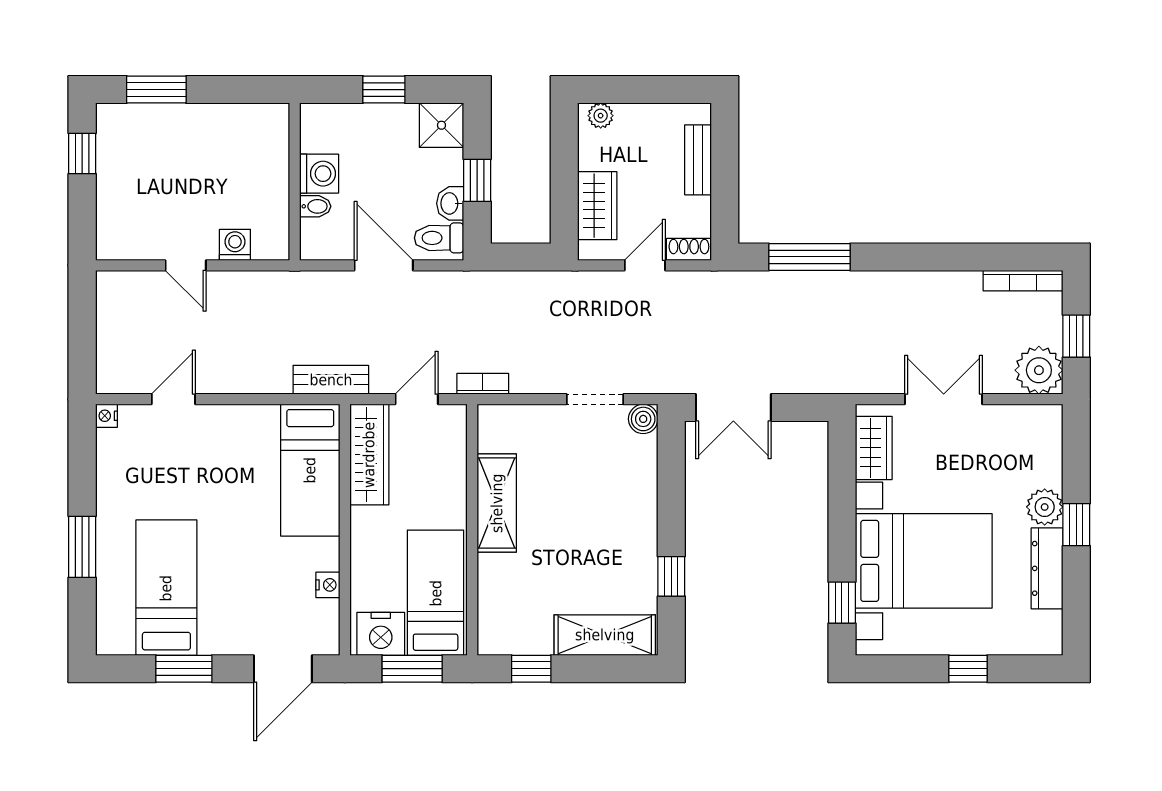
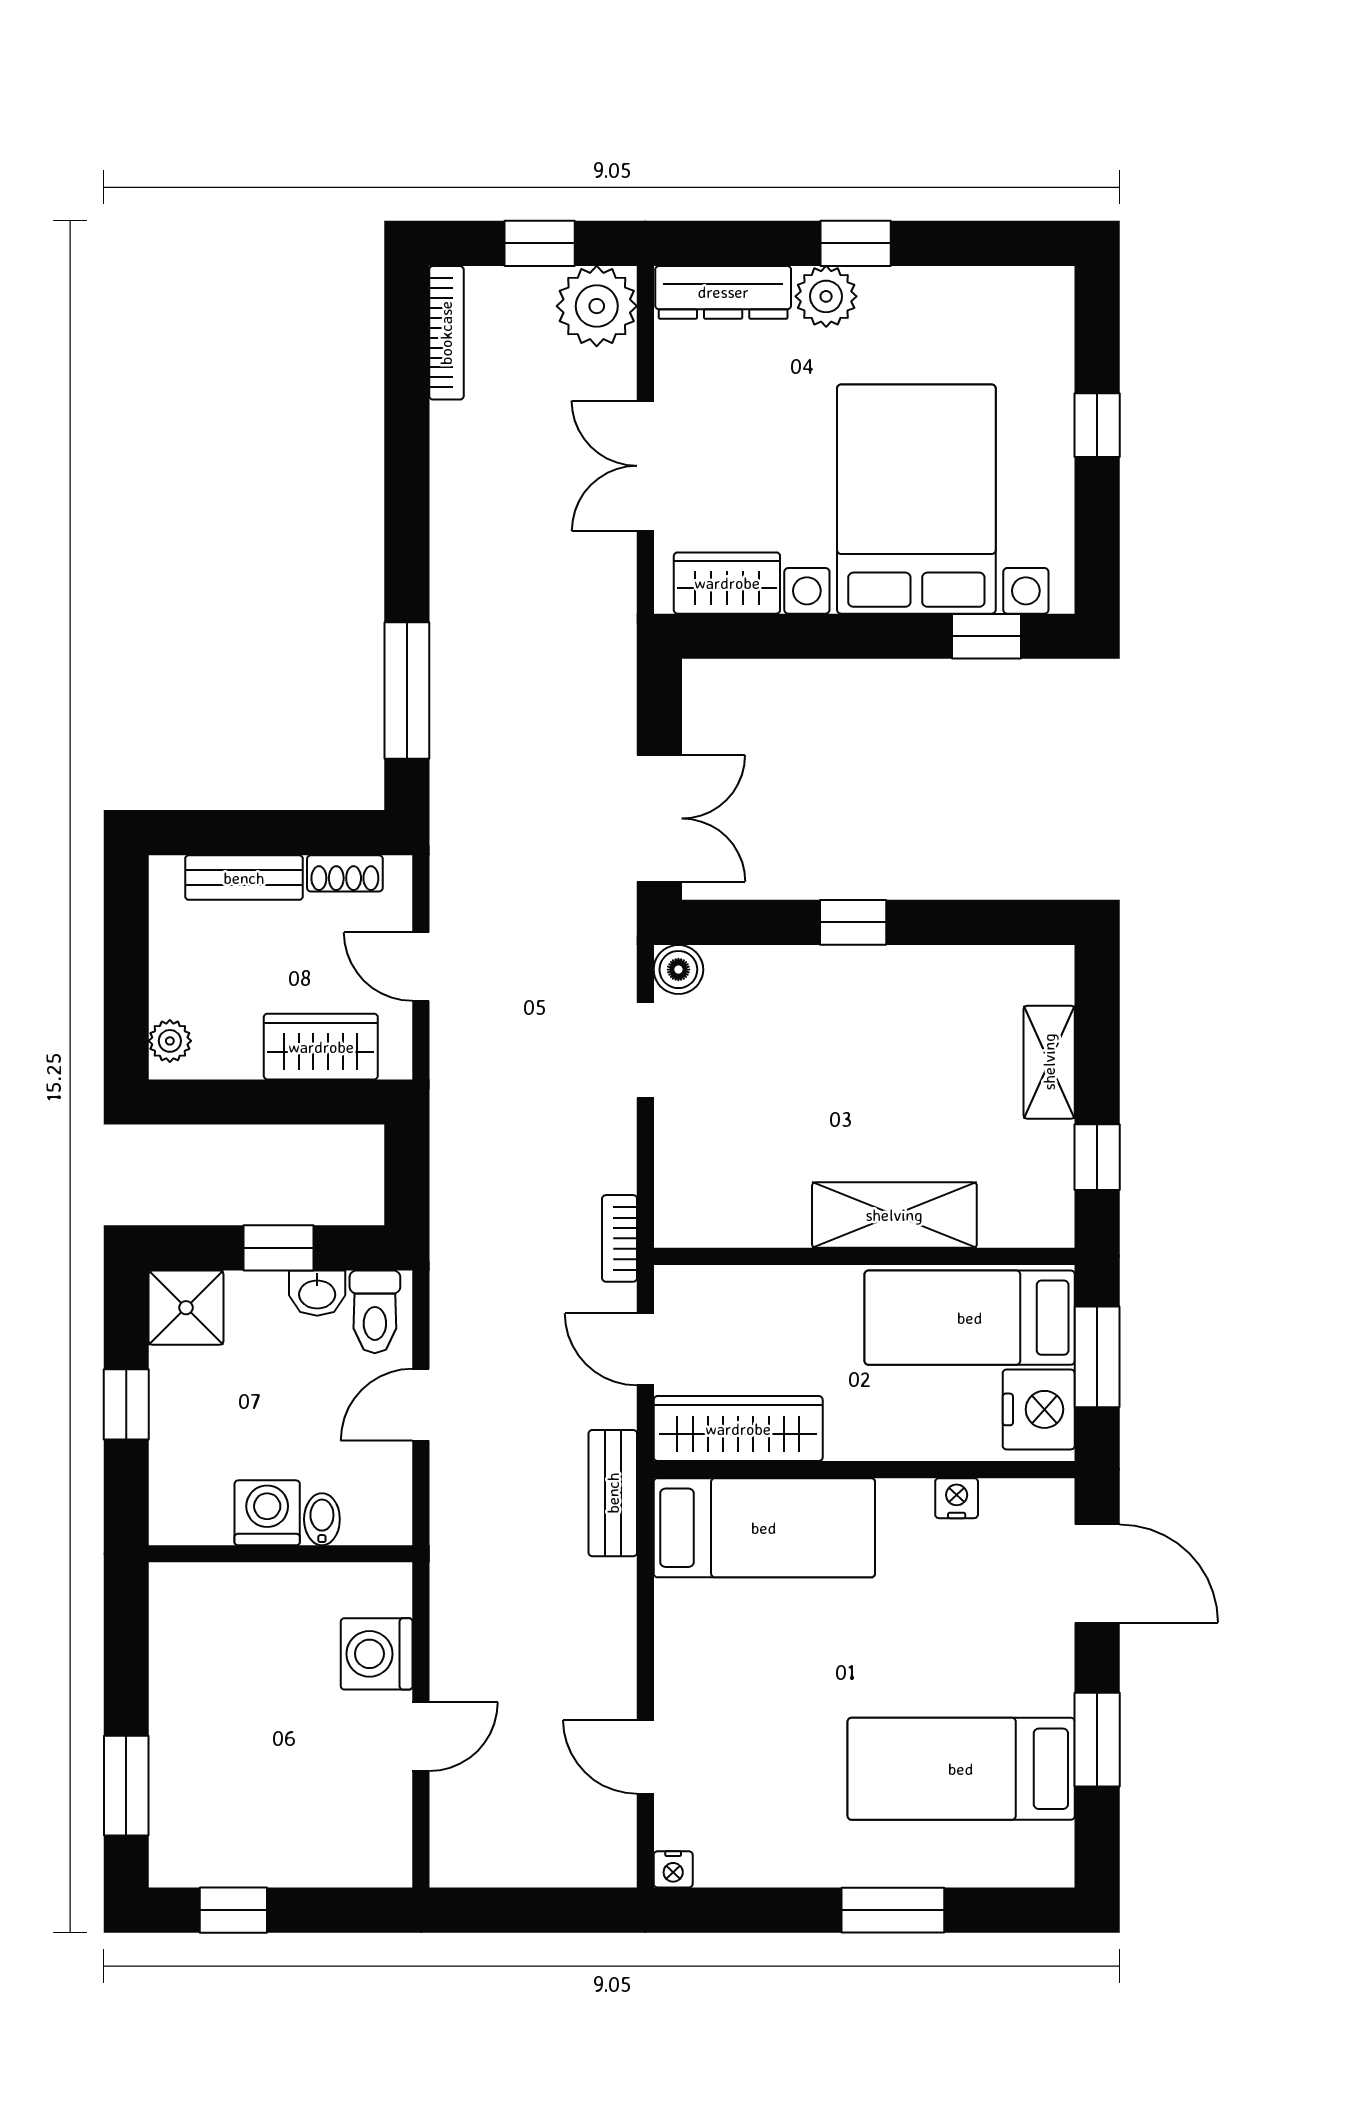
washing machine: (235, 245) -> (377, 1654), width x1.38, depth x1.38
shoe rack: (689, 249) -> (345, 873), moved, turned -90
door: (384, 265) -> (421, 1405), width x0.73
shelving: (497, 503) -> (894, 1215), moved
dresser: (1047, 568) -> (723, 292), moved
window: (671, 576) -> (853, 922), moved
shelving: (605, 635) -> (1049, 1062), width x0.67, depth x0.75

